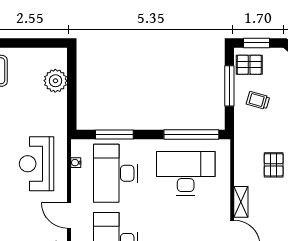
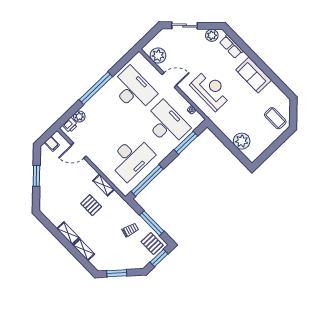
pallet: (249, 65) -> (152, 243), turned 90
shelving: (241, 202) -> (104, 185), moved

